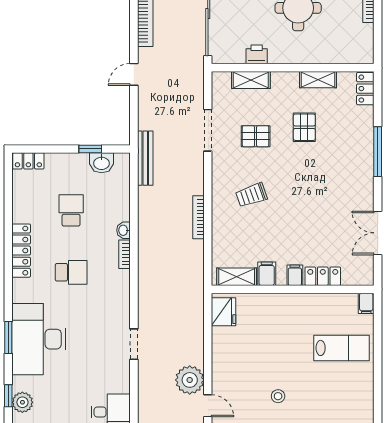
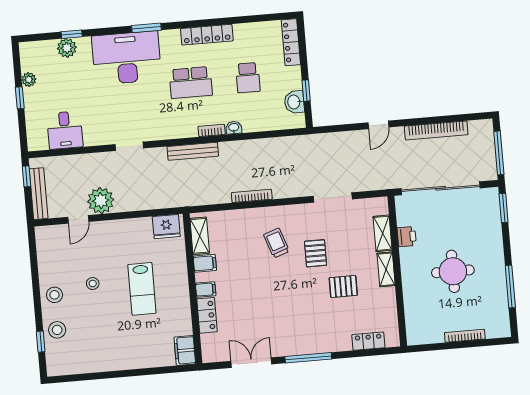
door: (134, 74) -> (378, 125), swing flipped
shelving: (318, 80) -> (386, 269), moved
locker: (365, 89) -> (368, 341), moved
pallet: (256, 136) -> (316, 253), moved
window: (378, 152) -> (308, 358), moved
bench: (145, 158) -> (193, 151), moved
locker: (28, 161) -> (291, 42), width x1.53
school desk: (71, 210) -> (248, 78), turned 90
school desk: (71, 272) -> (191, 83), width x1.85
filing cabinet: (366, 303) -> (185, 350), width x2.00
window: (8, 338) -> (146, 28), moved
lab bench: (342, 348) -> (142, 289), moved

